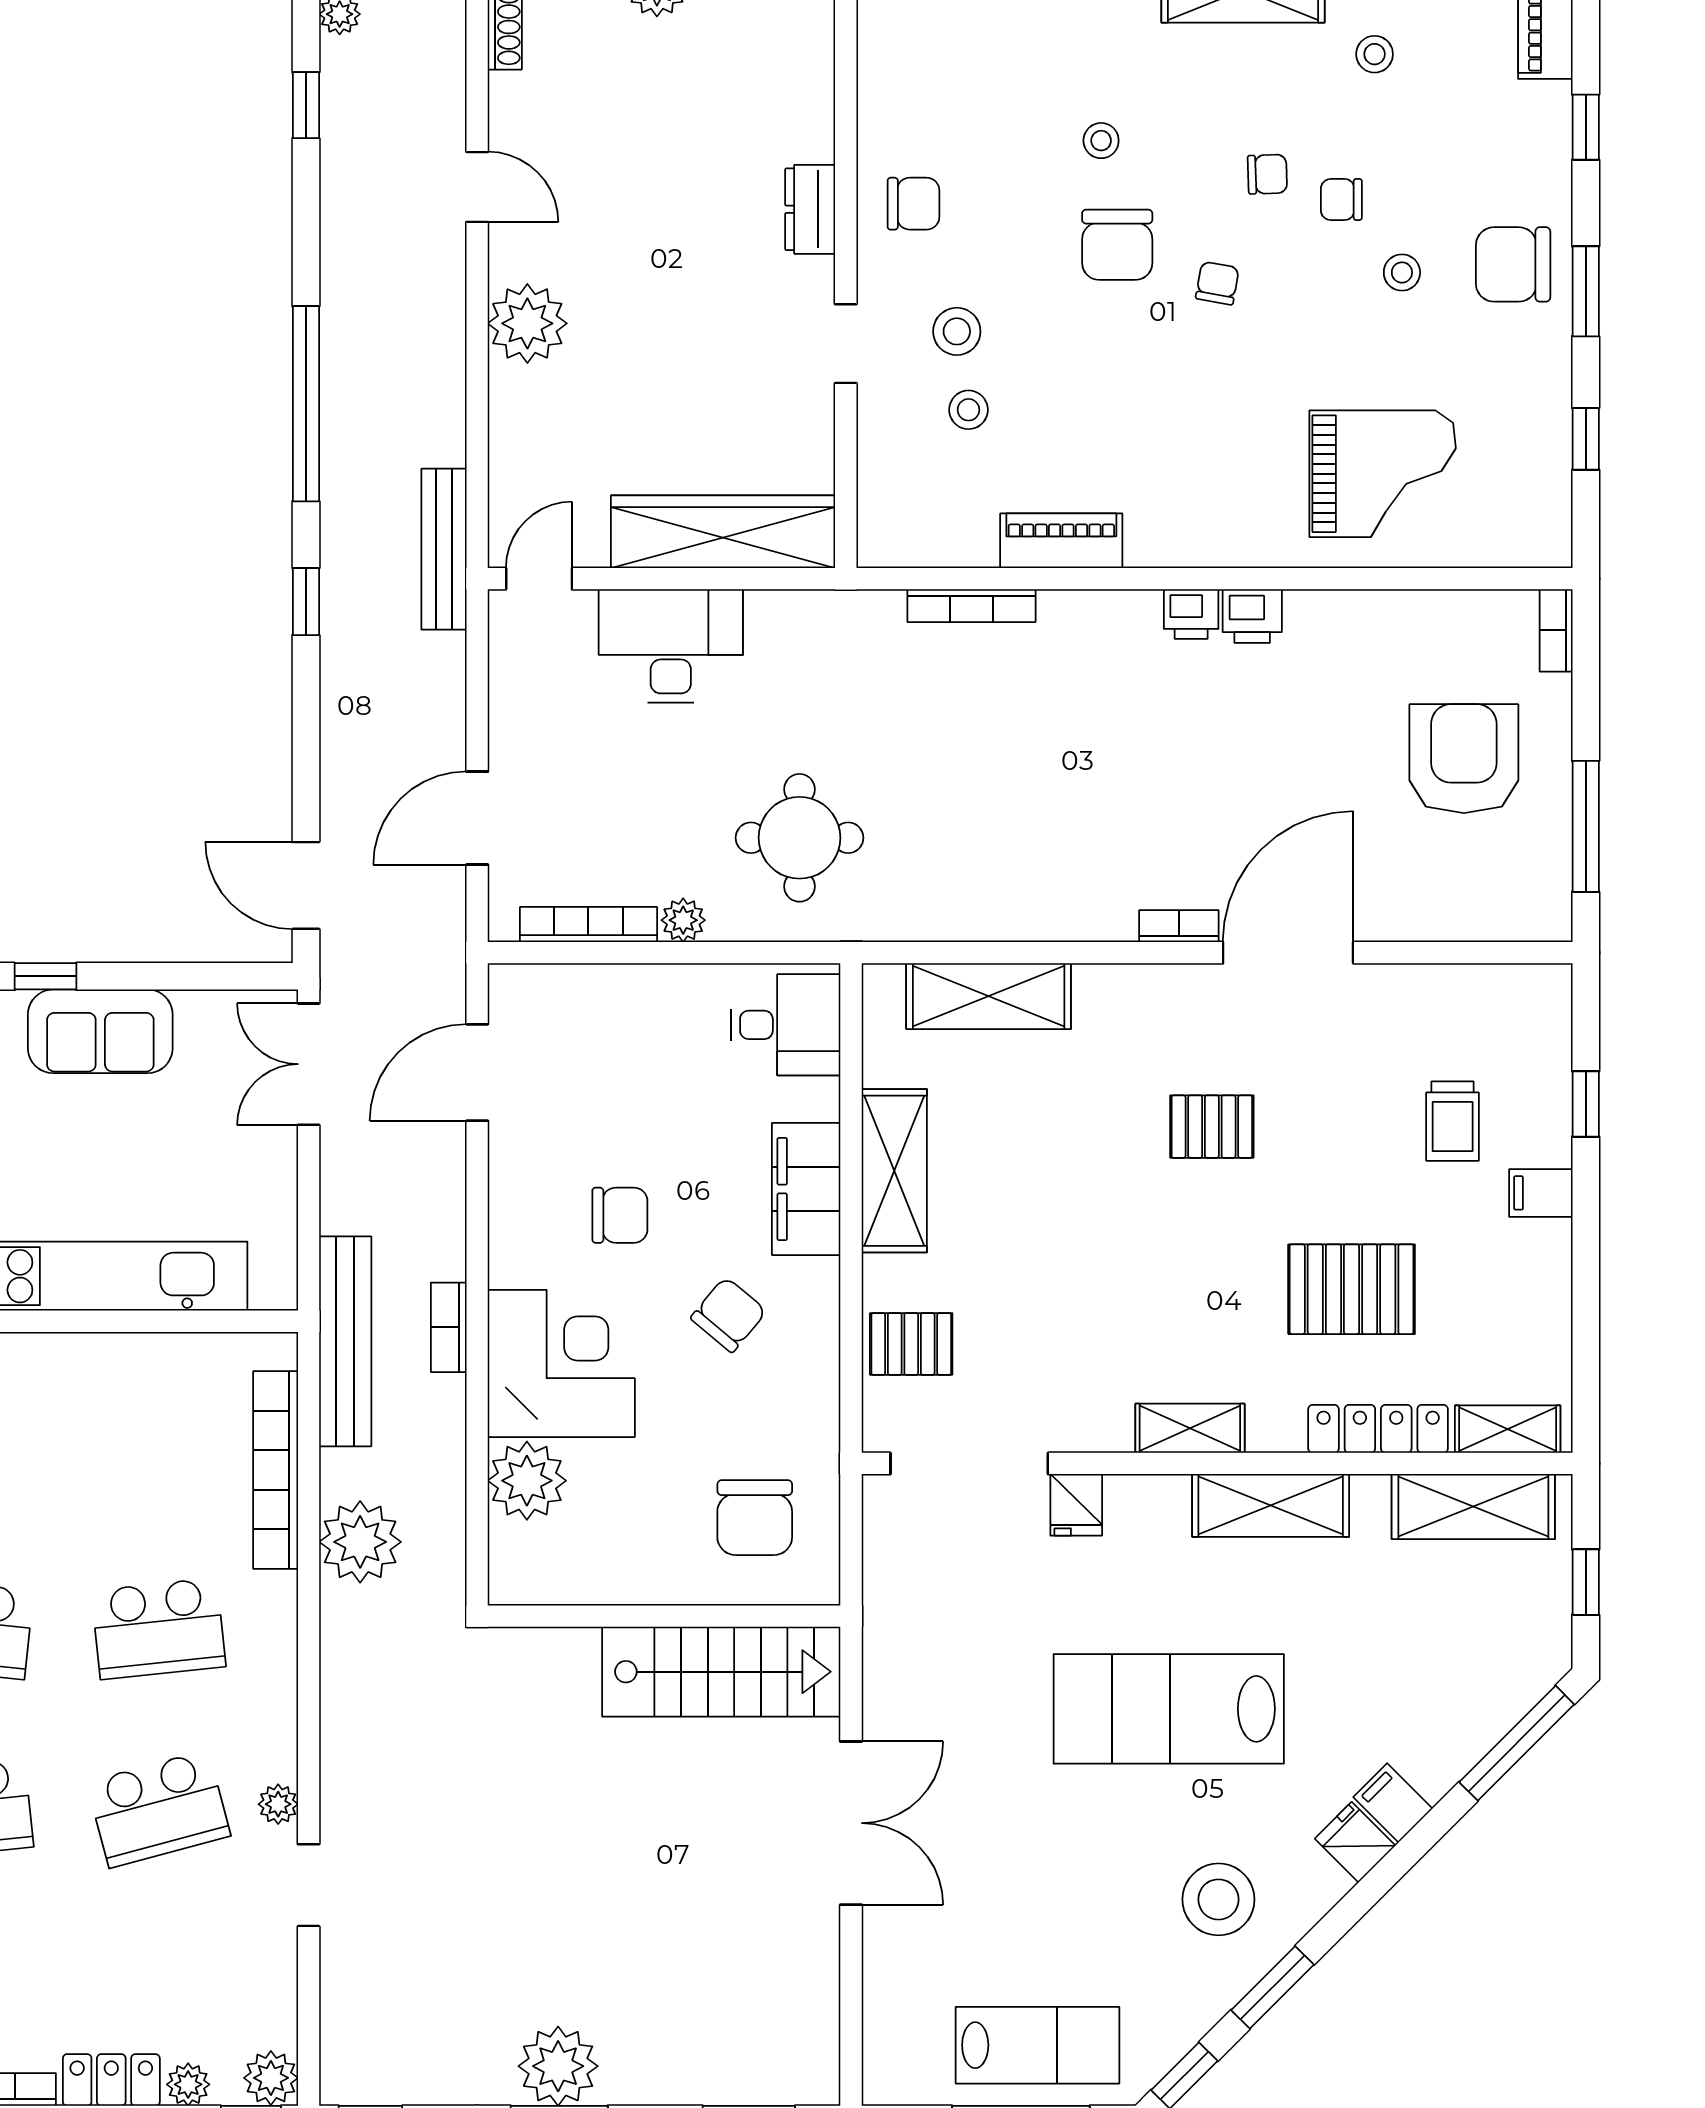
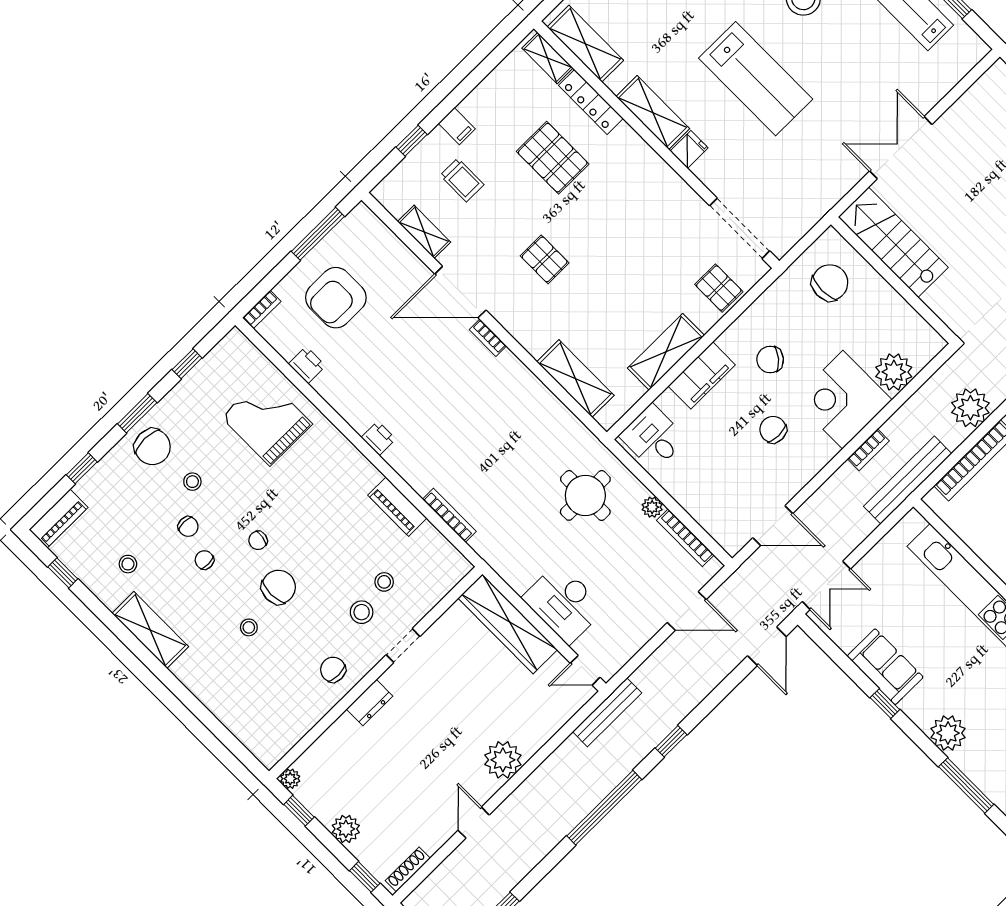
printer: (1252, 616) -> (307, 365), moved
trolley: (1453, 1121) -> (462, 180), turned 90
shelving: (1190, 1428) -> (424, 232), moved
fridge: (1076, 1505) -> (689, 149), moved

